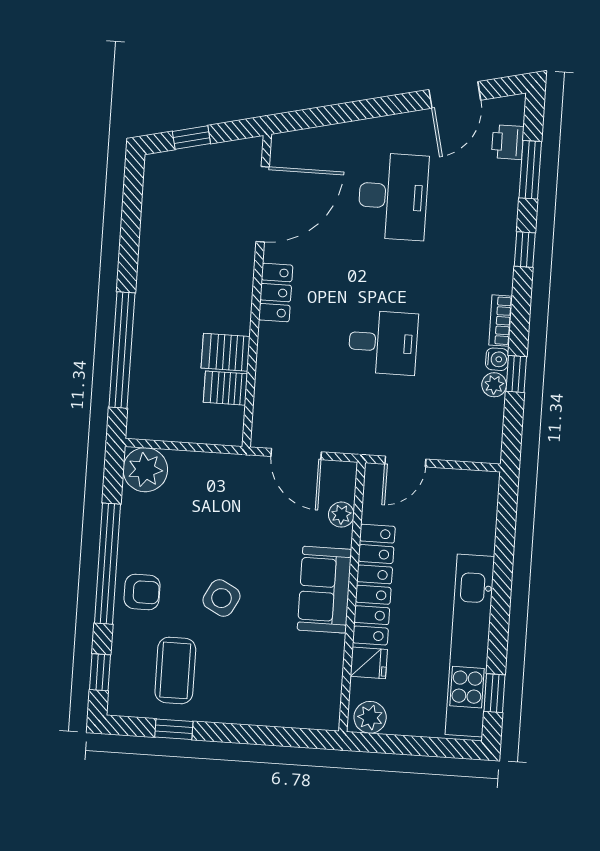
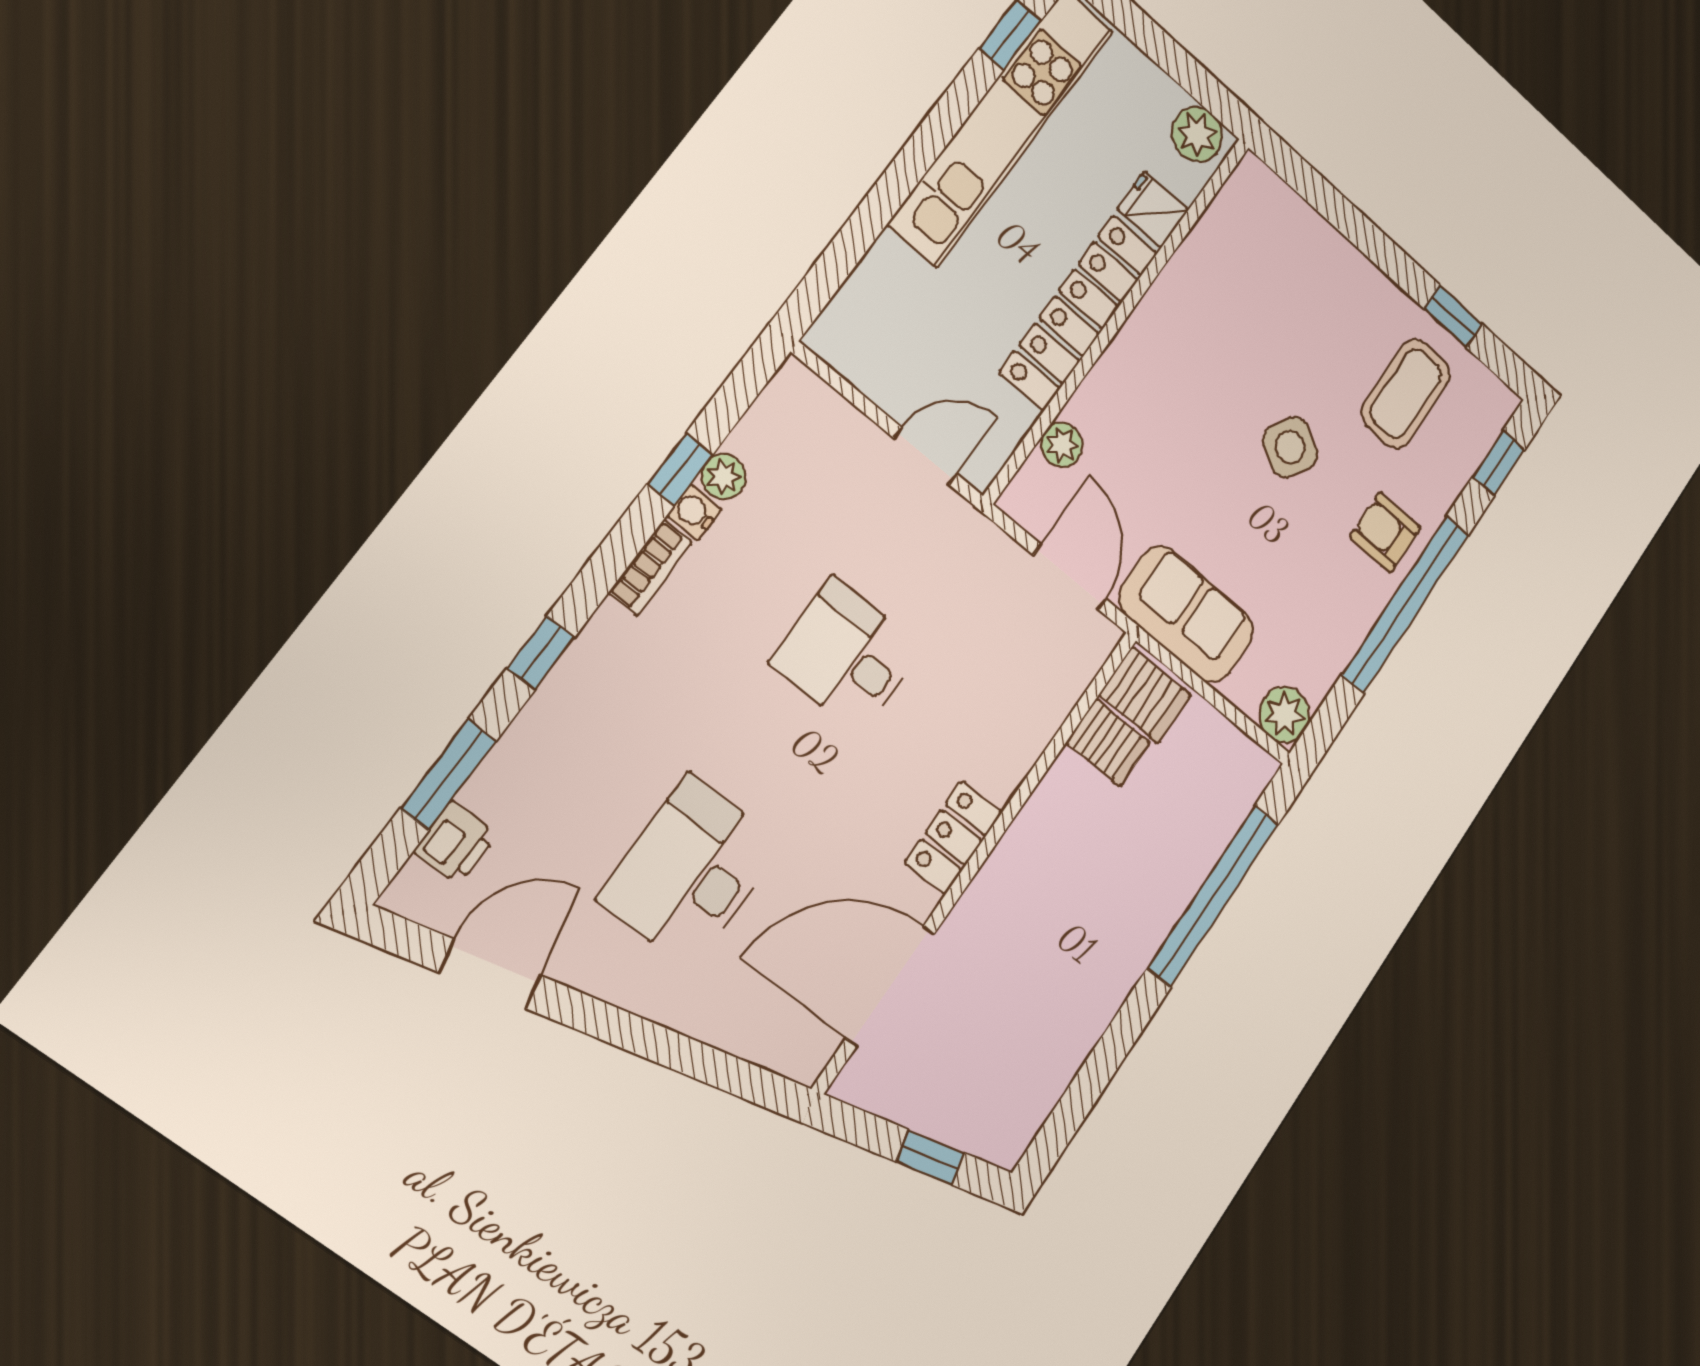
server rack: (226, 352) -> (1145, 695), moved
plant: (145, 470) -> (1284, 715), width x0.73, depth x0.73
sofa: (324, 590) -> (1186, 615), moved, turned -90

